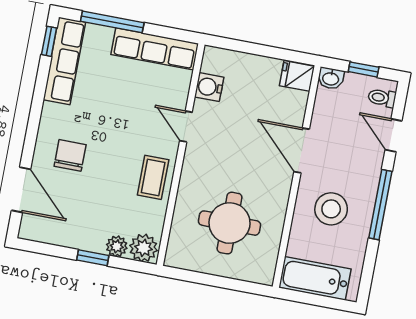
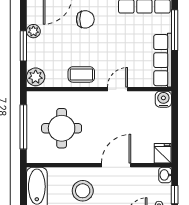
water cooler: (209, 87) -> (163, 99), moved
plant: (117, 246) -> (33, 31), moved
window: (93, 258) -> (23, 46), width x1.50
window: (216, 281) -> (23, 127), added

